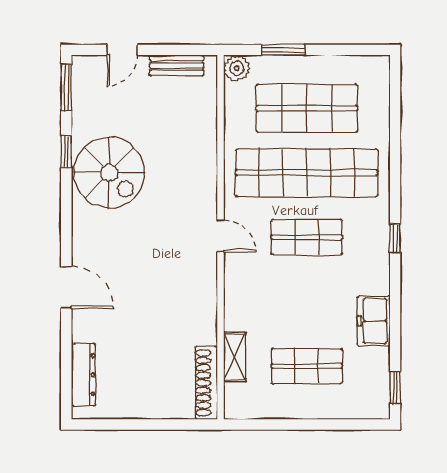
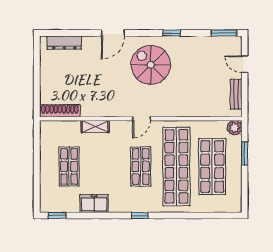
window: (66, 152) -> (172, 33), moved
spiral stairs: (109, 173) -> (151, 65), moved, turned 90
shelving: (235, 357) -> (95, 126), moved

